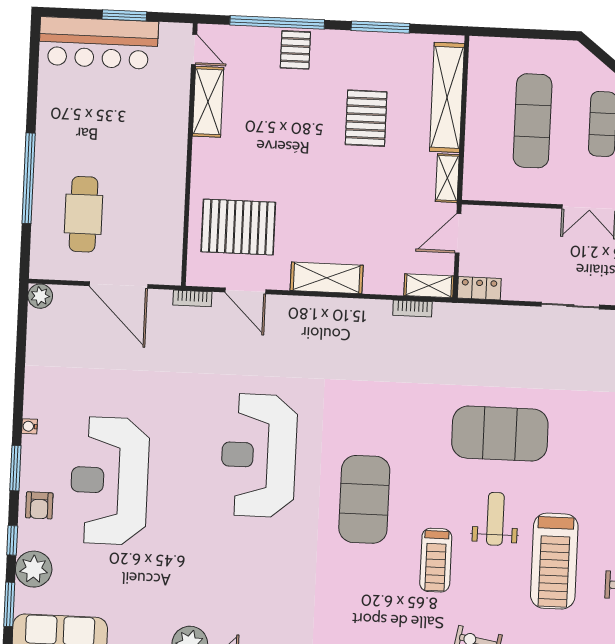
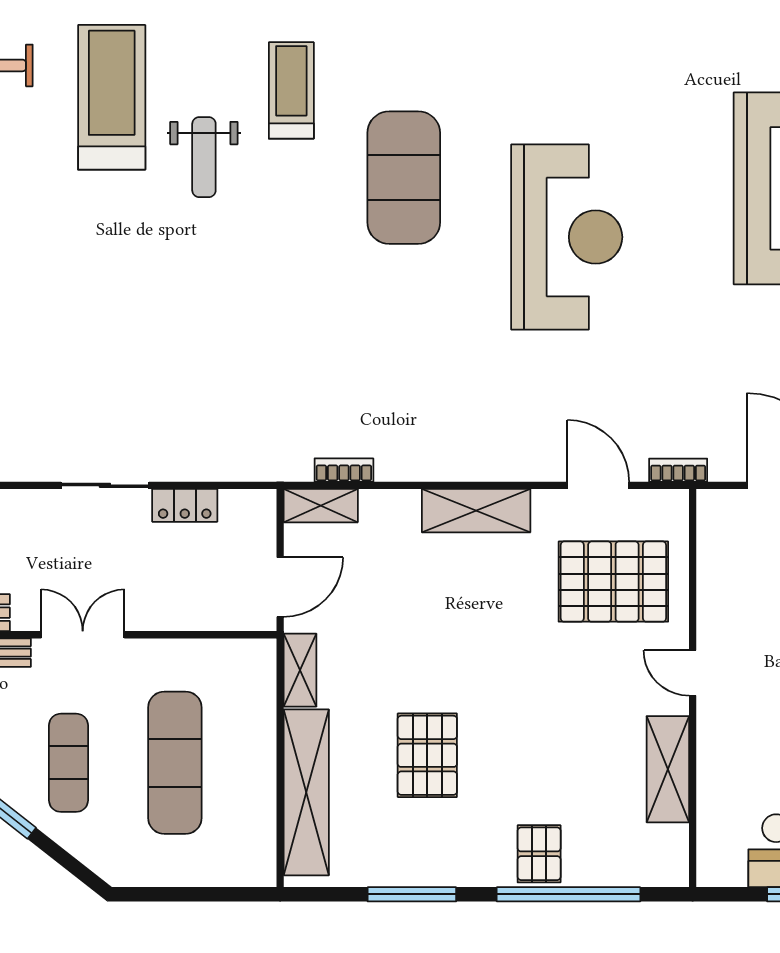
door: (194, 50) -> (693, 673), moved
locker: (479, 288) -> (185, 505), moved
exercise mat: (500, 434) -> (203, 287), removed

